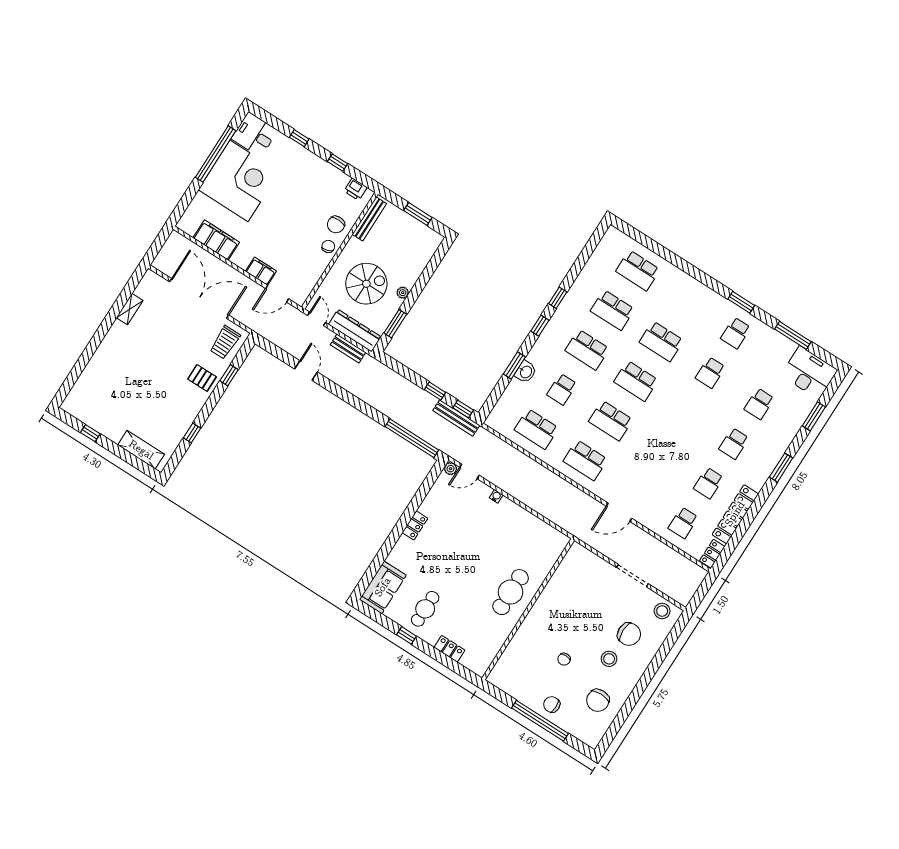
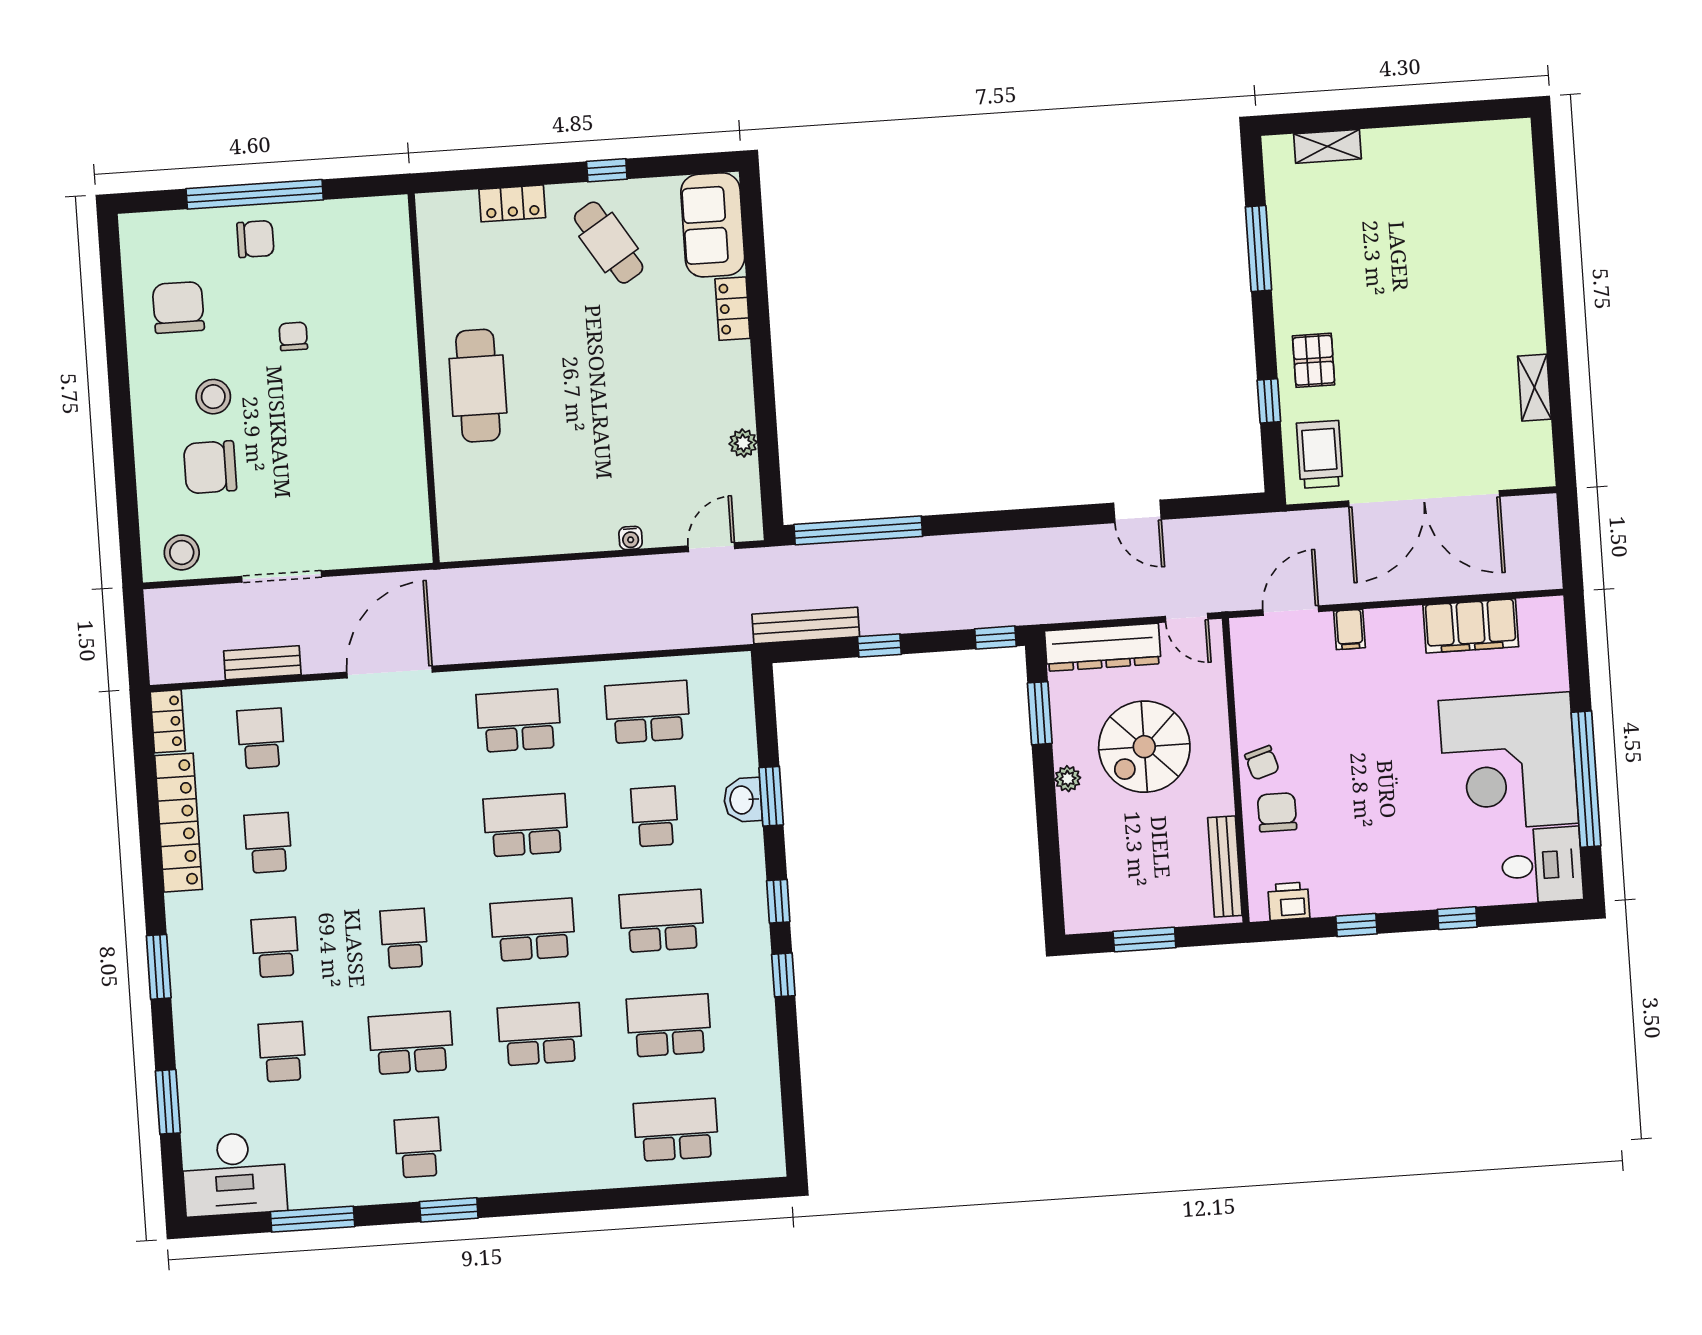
filing cabinet: (261, 271) -> (1350, 629), width x0.50
bench: (348, 349) -> (262, 663), moved
school desk: (710, 373) -> (411, 1043), width x1.85
pallet: (202, 378) -> (1314, 360), turned 90
window: (463, 409) -> (995, 638), moved
school desk: (685, 412) -> (404, 939), added
window: (90, 433) -> (1441, 113), removed
window: (192, 433) -> (1258, 249), width x2.17
shelving: (141, 450) -> (1327, 146), width x0.67, depth x0.75
plant: (451, 469) -> (743, 443), moved
door: (619, 512) -> (390, 672), width x1.36
locker: (415, 525) -> (733, 309), moved
cafe table: (425, 609) -> (609, 243), turned -32

